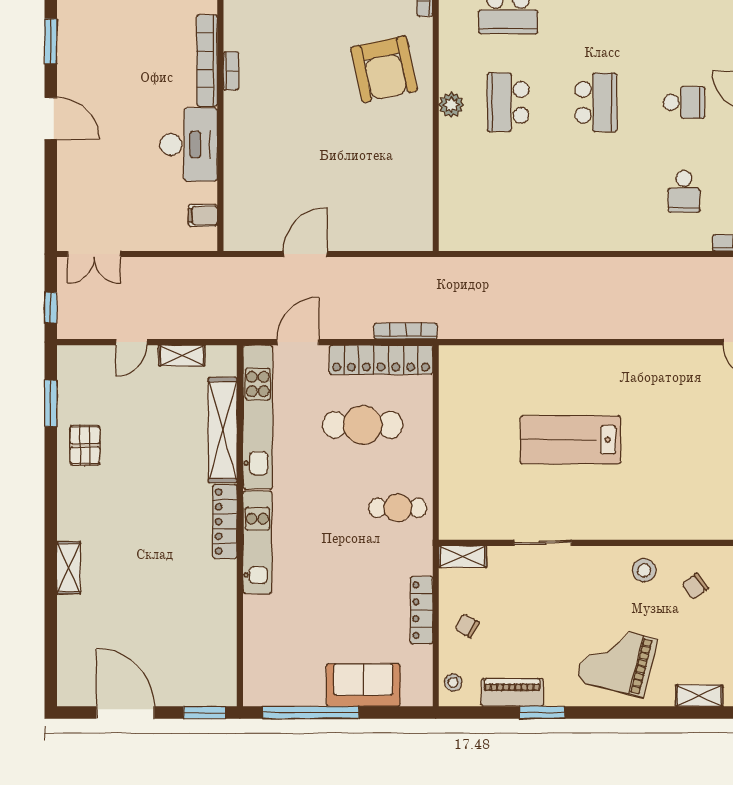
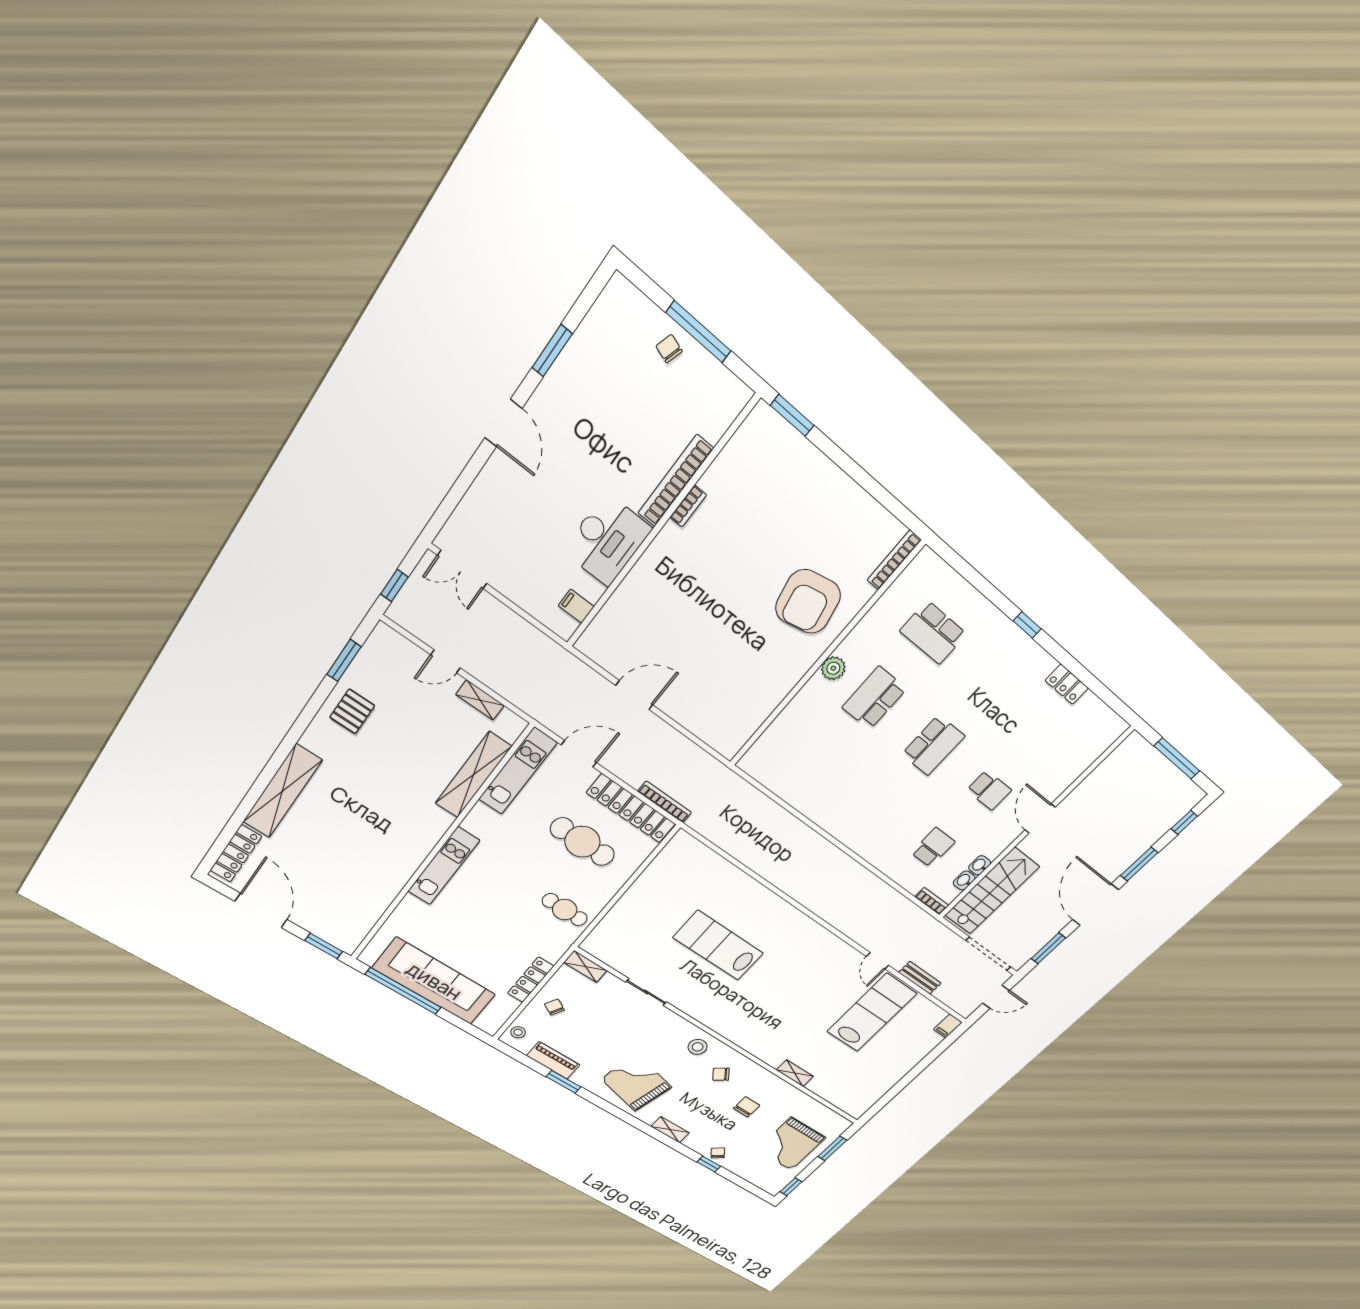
school desk: (684, 191) -> (933, 847), turned 180
kitchen unit: (258, 417) -> (518, 771), width x0.73
locker: (225, 522) -> (236, 853), moved, turned 180
shelving: (69, 568) -> (282, 791), width x2.20, depth x1.33
sofa: (363, 685) -> (434, 981), width x1.85, depth x1.27

